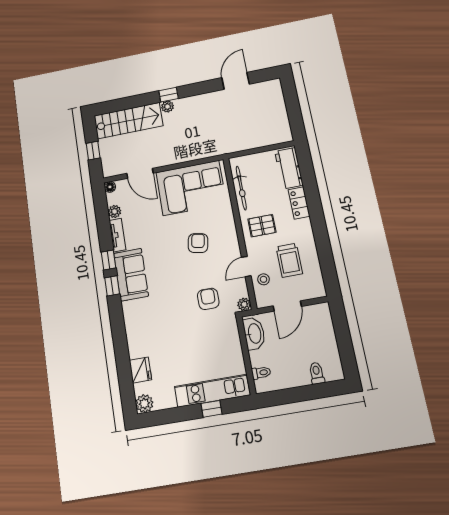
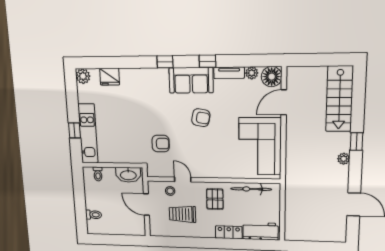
plant: (167, 107) -> (344, 159), moved
window: (93, 151) -> (317, 60), removed
floor lamp: (110, 187) -> (272, 77), width x1.89, depth x1.89
armchair: (198, 243) -> (201, 118), moved
window: (112, 286) -> (165, 62), moved
plant: (244, 304) -> (152, 172), removed

